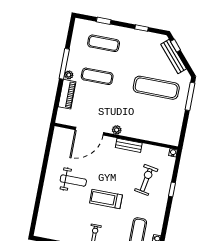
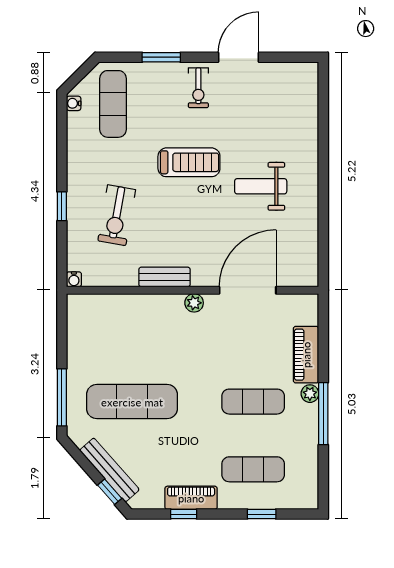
piano: (136, 35) -> (191, 498), added

